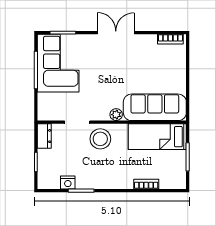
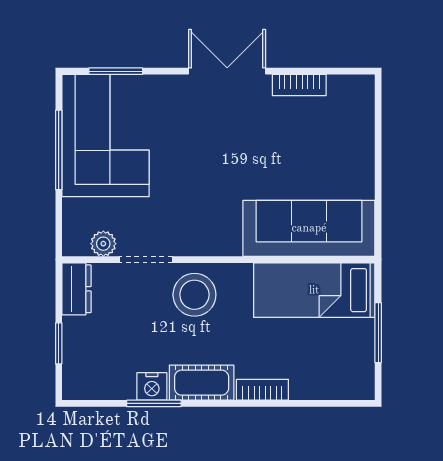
bookcase: (170, 39) -> (299, 85), moved
plant: (116, 115) -> (103, 244), moved
cot: (104, 181) -> (202, 383), added
nightstand: (68, 182) -> (152, 386), moved
bookcase: (146, 184) -> (262, 390), moved

